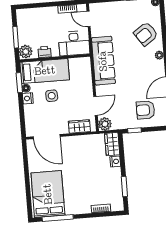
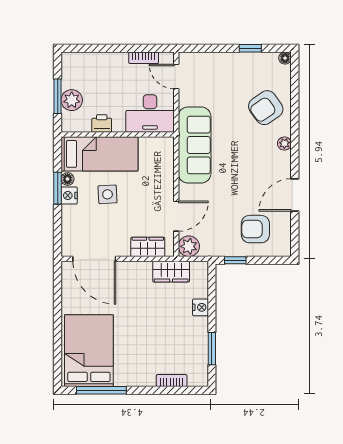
plant: (26, 52) -> (72, 100), moved
window: (19, 83) -> (58, 188), moved
wardrobe: (112, 144) -> (171, 272), moved, turned -90

